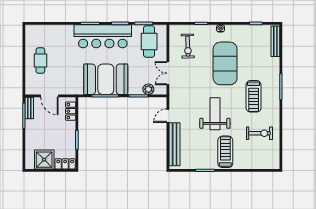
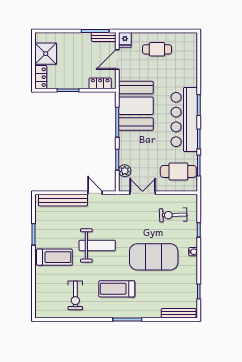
booth: (106, 79) -> (136, 106), moved
fridge: (32, 89) -> (125, 40), added

